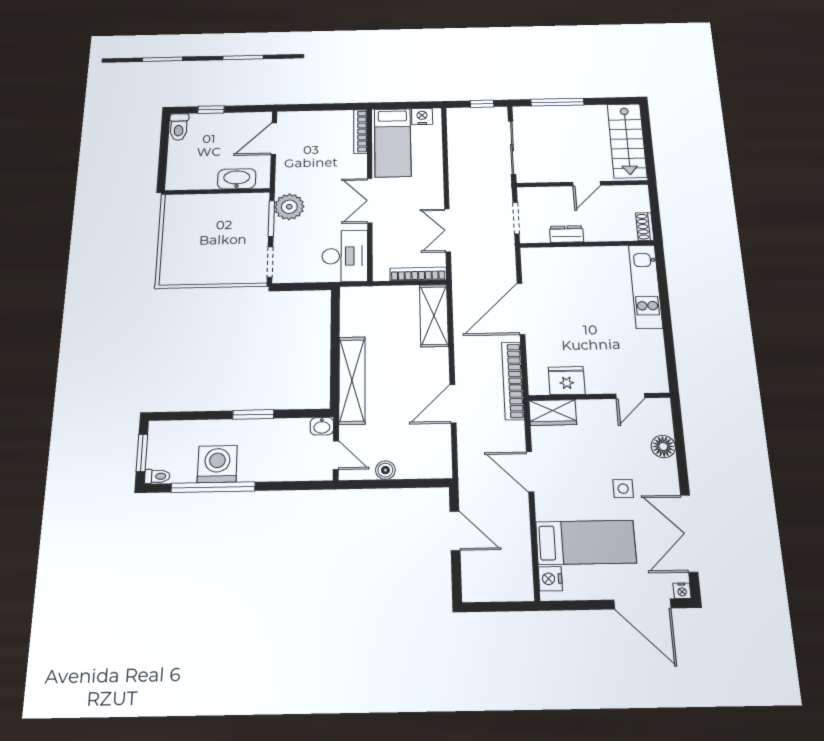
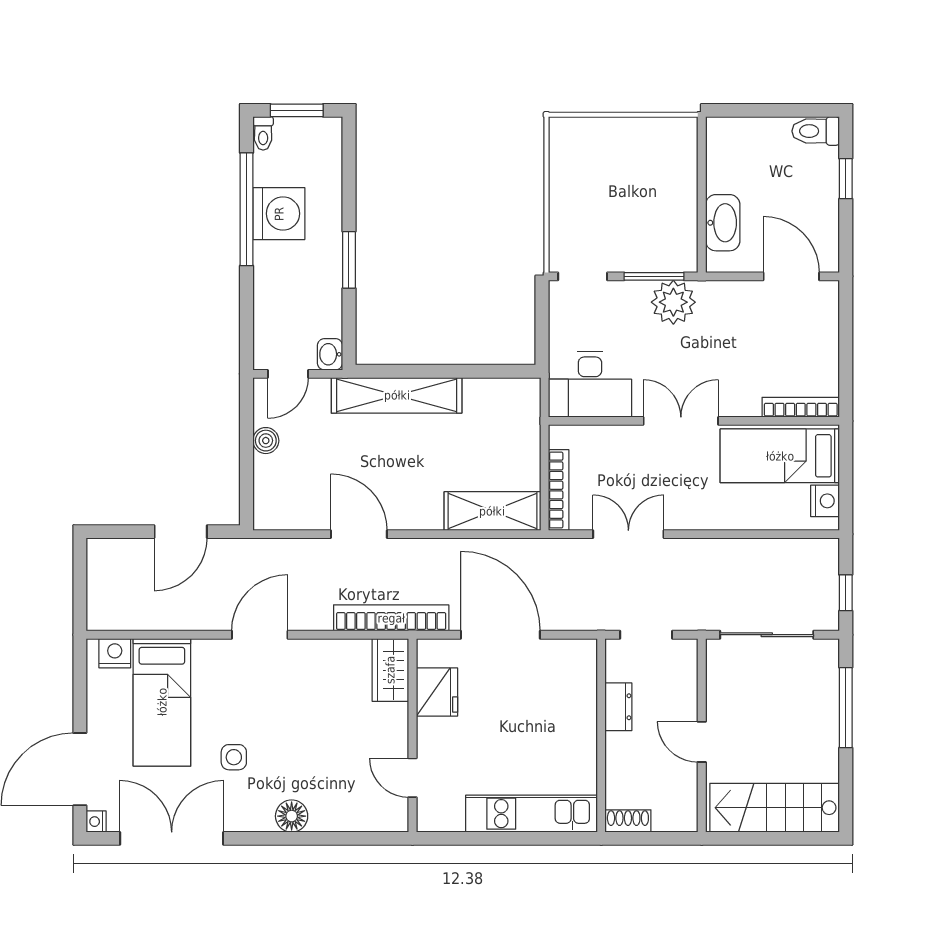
fridge: (567, 381) -> (437, 692), moved
door: (630, 396) -> (412, 778), moved
wall: (599, 397) -> (412, 735), moved
wardrobe: (553, 413) -> (390, 670), moved

